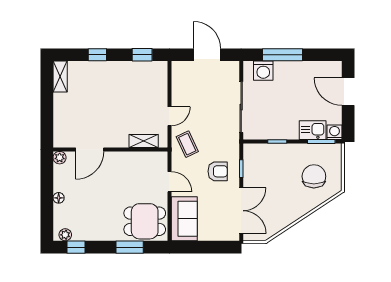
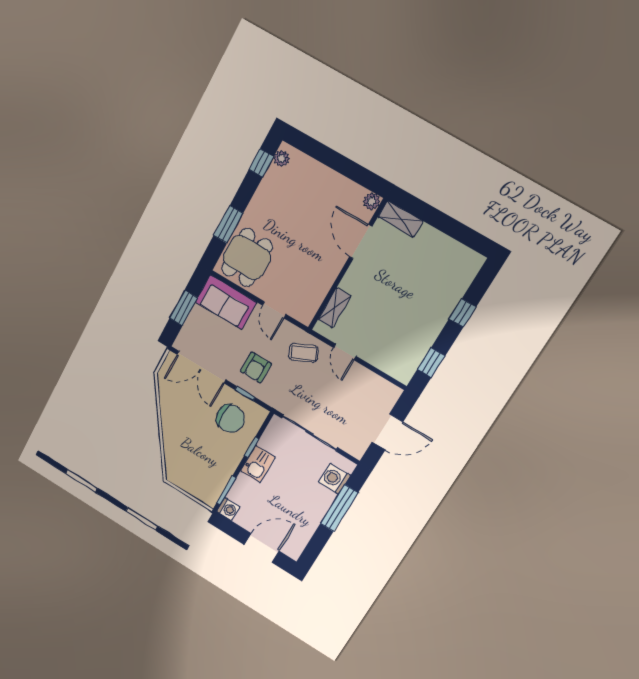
shelving: (60, 77) -> (400, 219), moved
kitchen sink: (313, 130) -> (258, 464), moved
chair: (314, 176) -> (230, 418), moved
door: (170, 182) -> (274, 310), hinge flipped
floor lamp: (59, 198) -> (327, 174), removed
window: (206, 247) -> (184, 308), added

